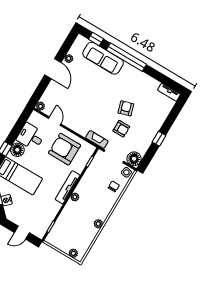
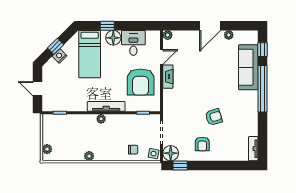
armchair: (121, 129) -> (202, 144), moved
fireplace: (97, 139) -> (168, 77), moved
window: (159, 139) -> (180, 166), moved
armchair: (65, 149) -> (141, 82), turned 180

